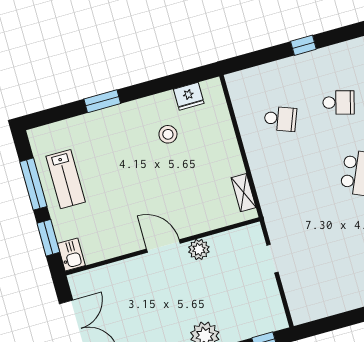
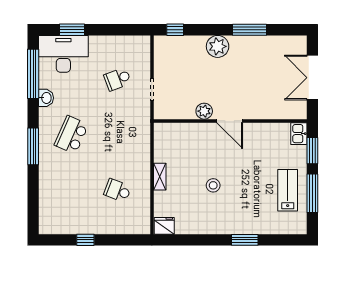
fridge: (189, 96) -> (164, 226), moved
school desk: (339, 103) -> (118, 79), moved, turned -36
stool: (168, 134) -> (213, 185), moved
shelving: (244, 193) -> (160, 177), moved

